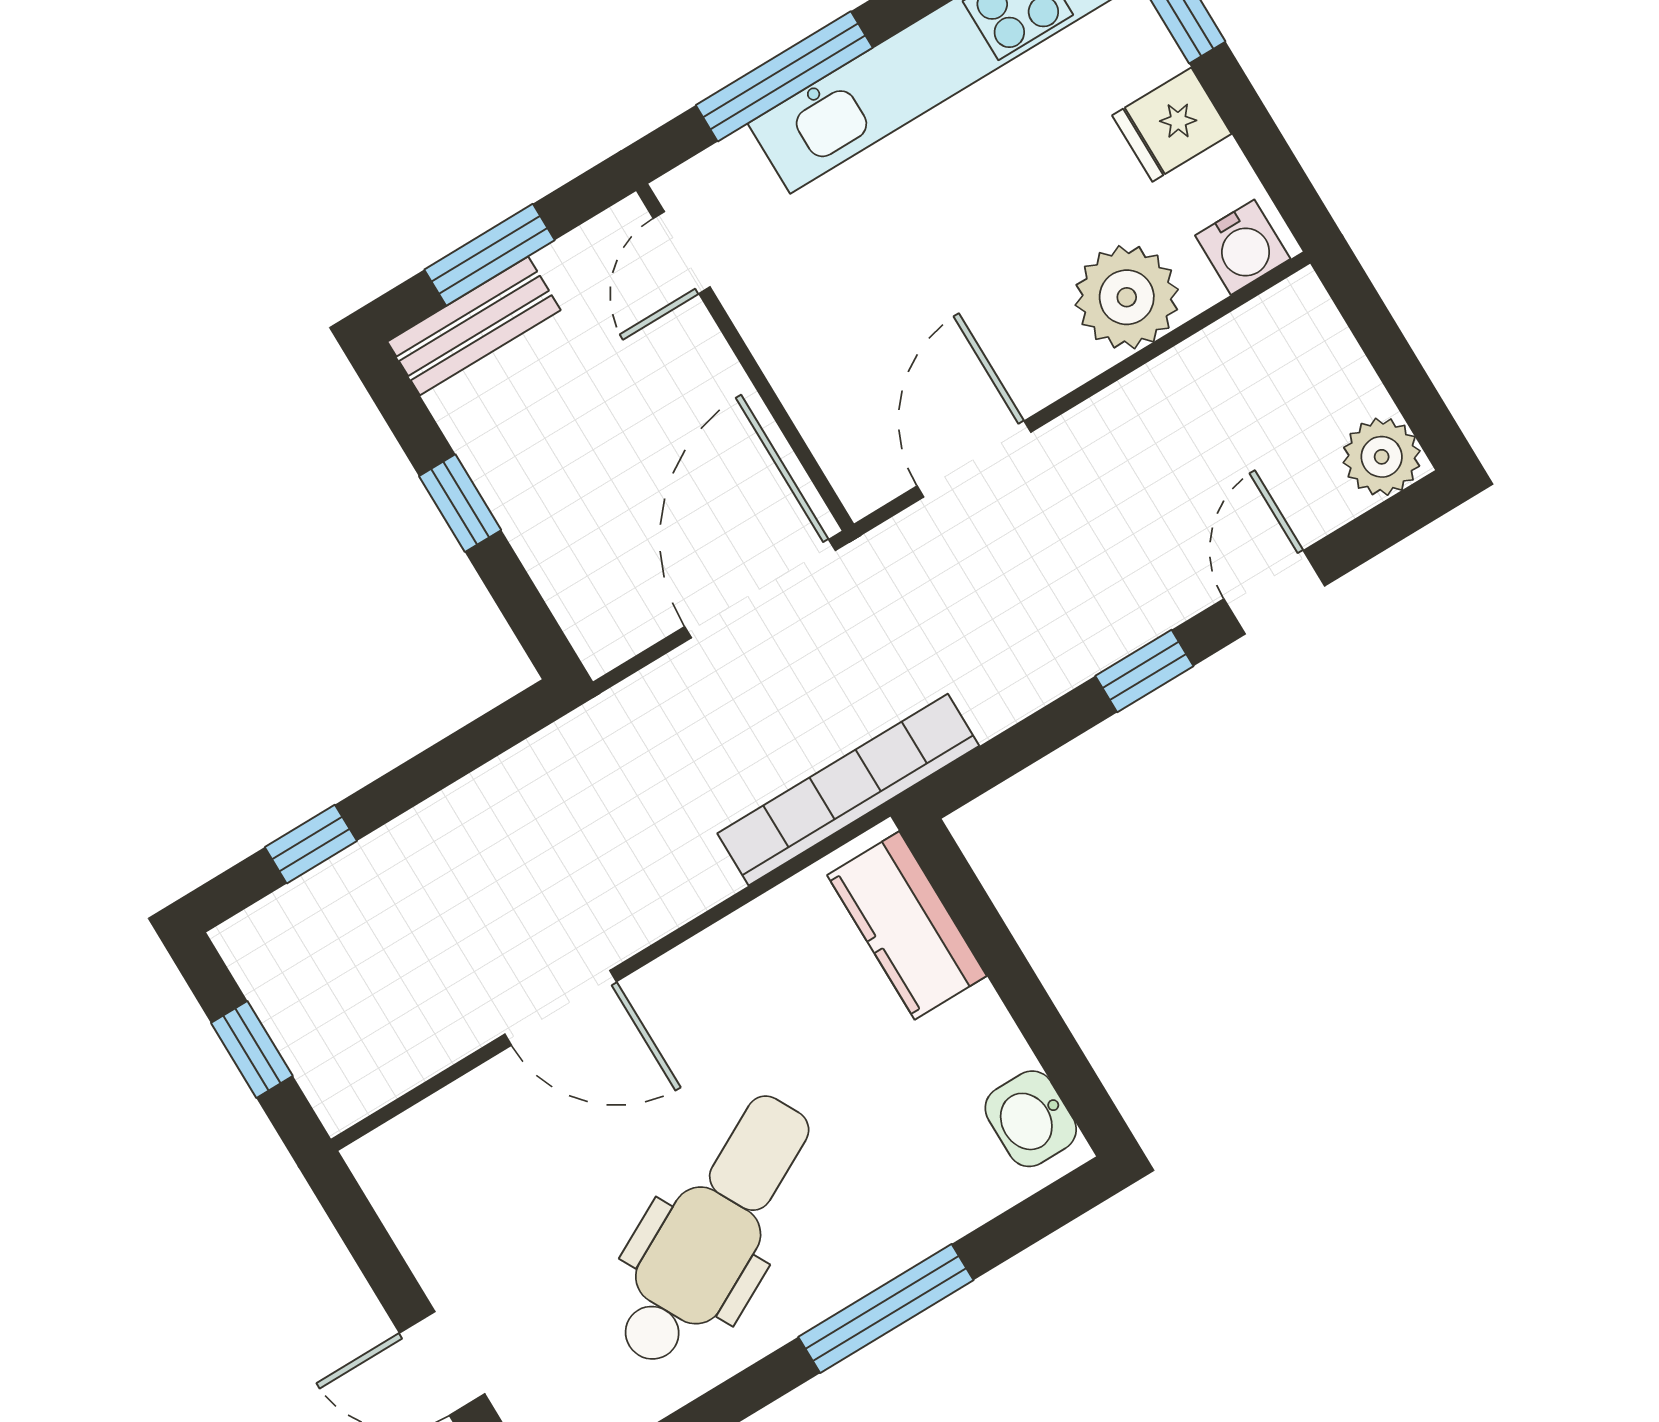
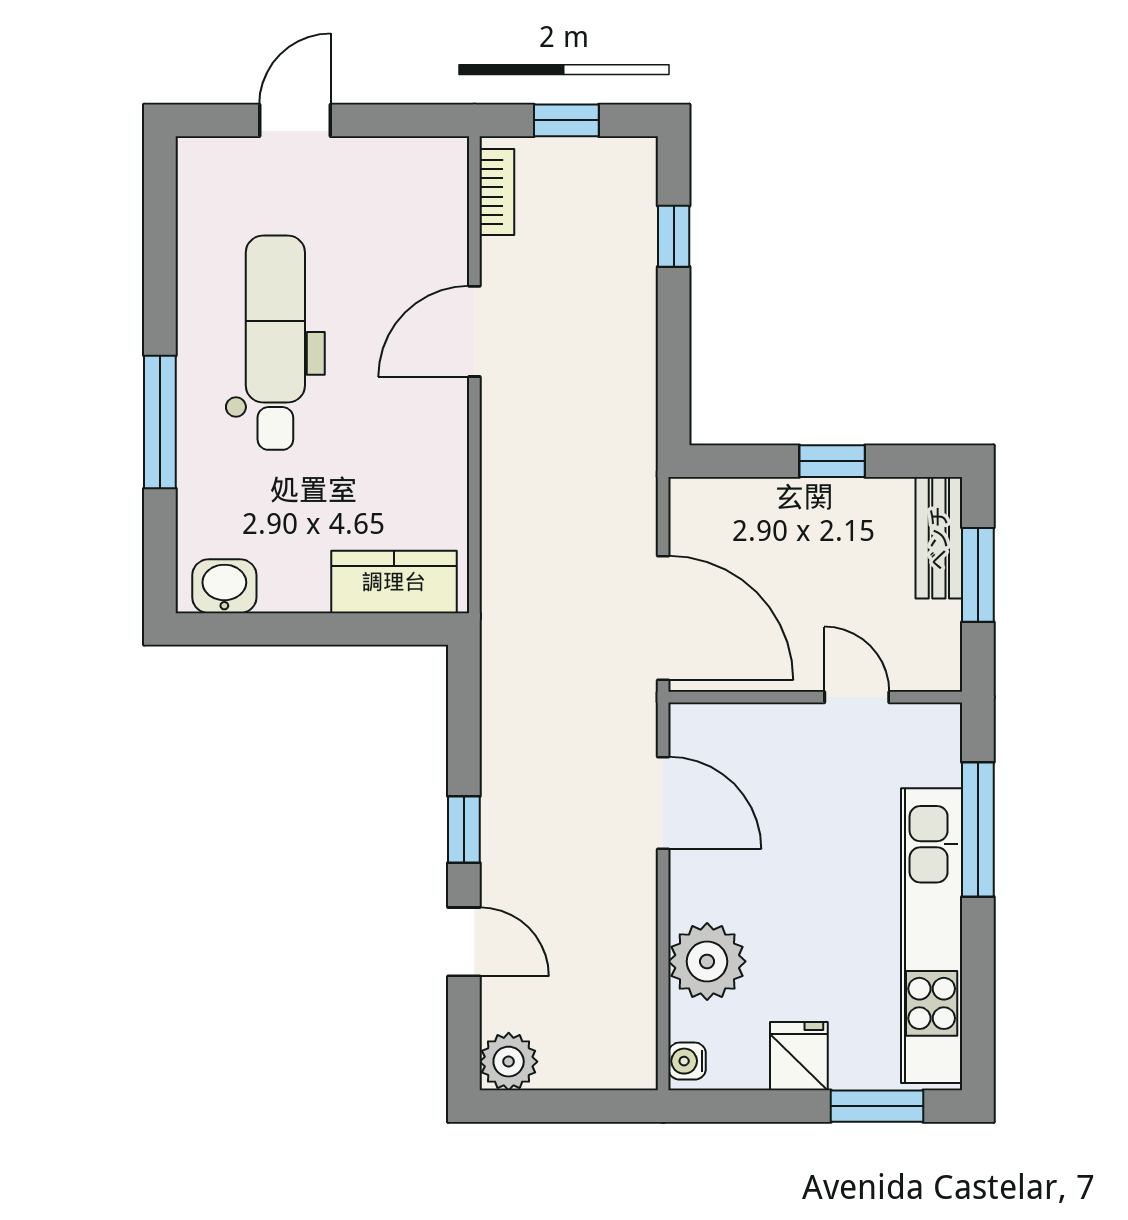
water cooler: (1243, 247) -> (687, 1061), width x0.72, depth x0.72
door: (682, 253) -> (857, 697), moved
bookcase: (848, 790) -> (497, 192), moved, width x0.43, depth x0.76
dental chair: (713, 1230) -> (275, 343), turned -152

